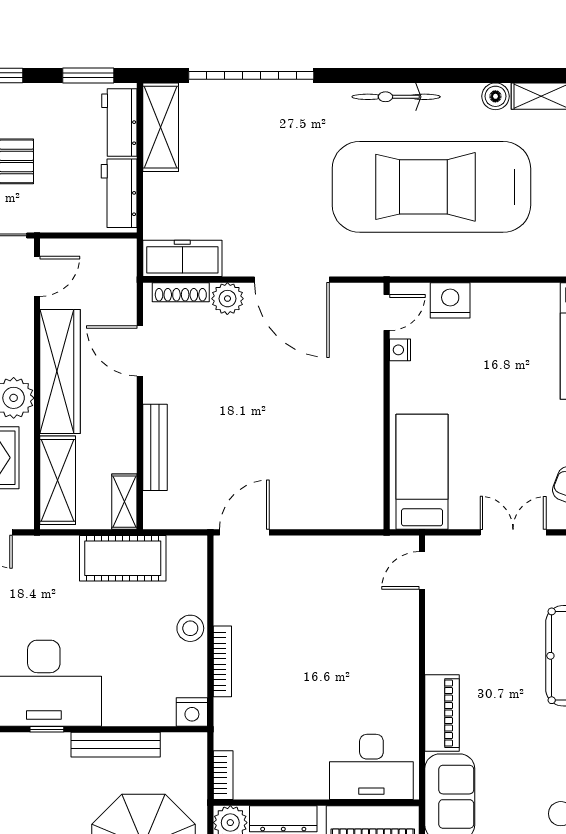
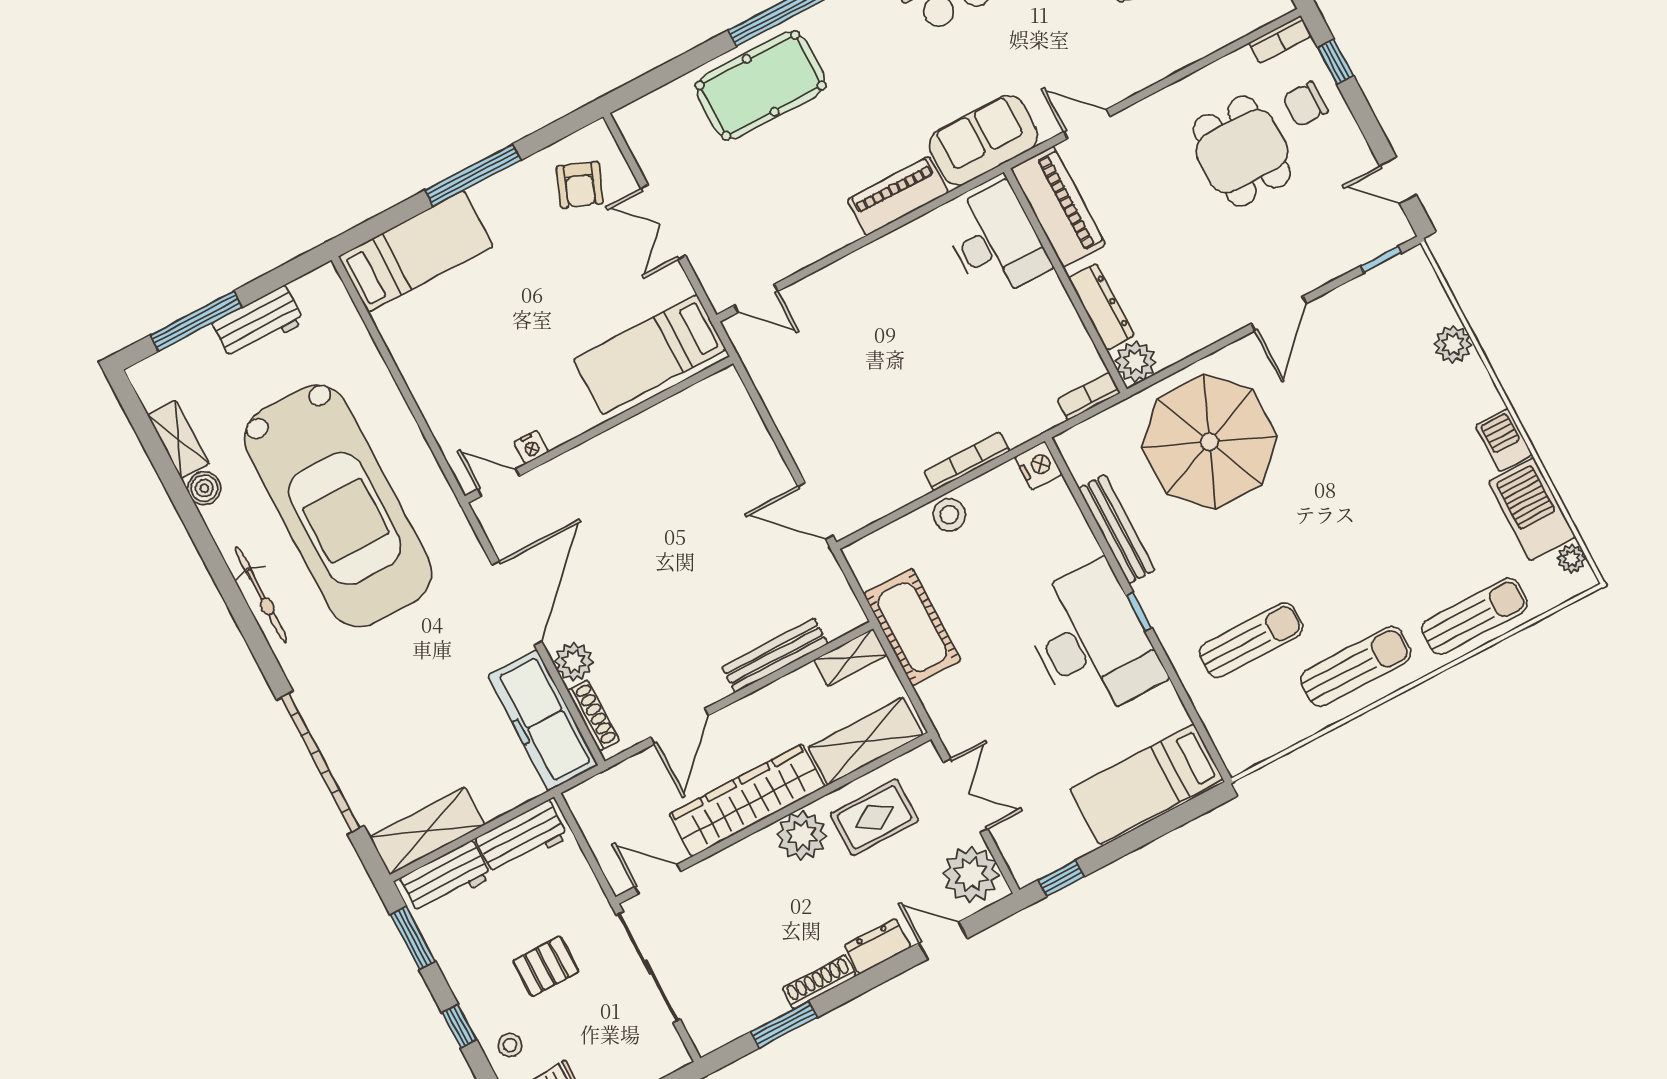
freezer: (182, 258) -> (543, 720), width x1.36, depth x1.26
nightstand: (450, 300) -> (449, 421), removed

